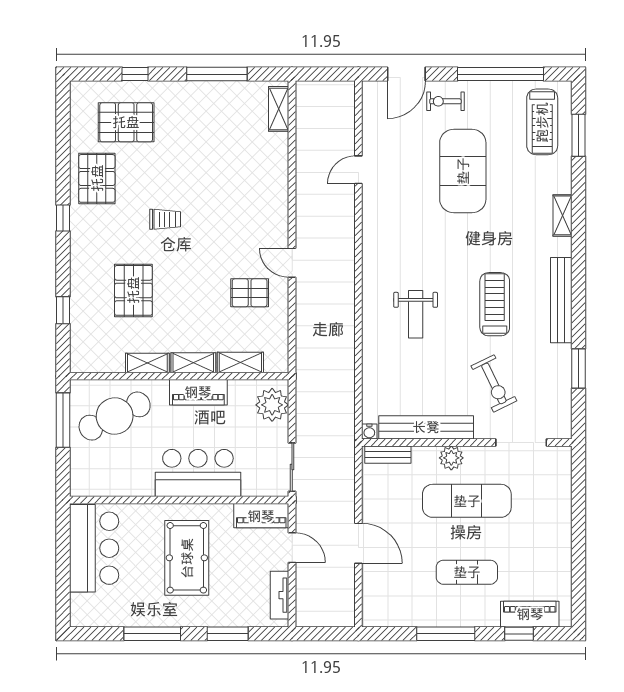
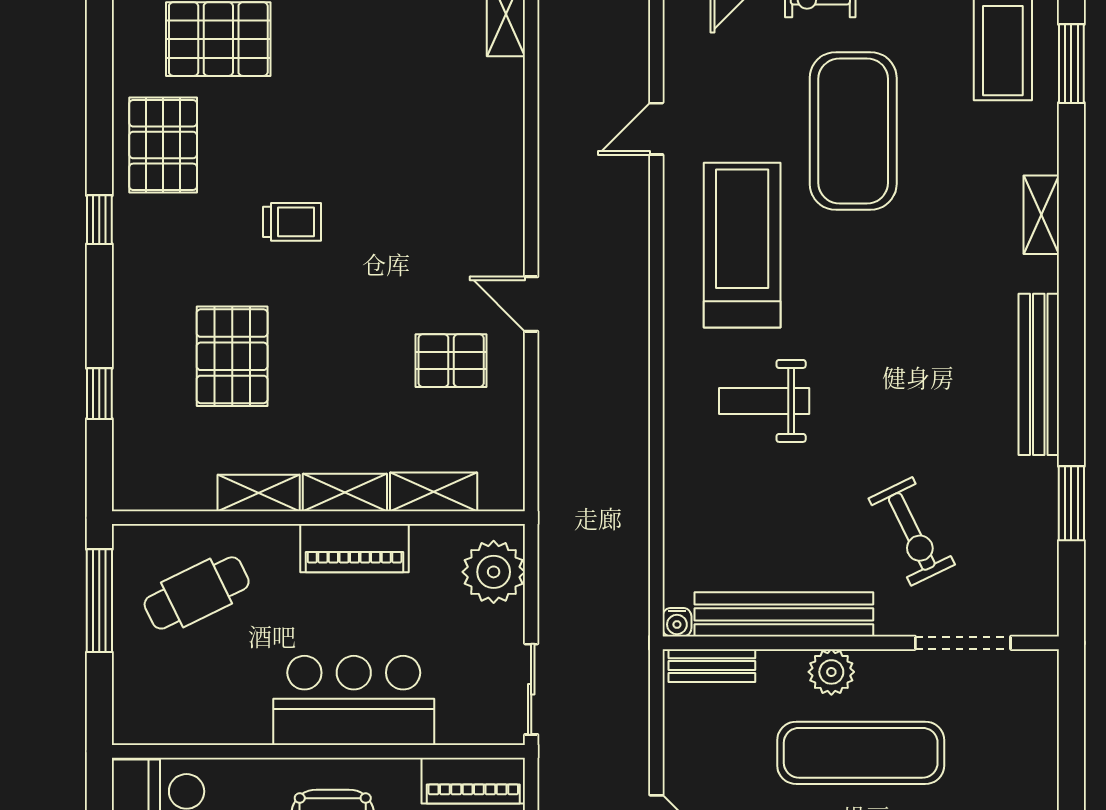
treadmill: (495, 304) -> (742, 245), moved, width x1.37, depth x1.38
weight bench: (416, 314) -> (764, 401), turned 90
cafe table: (115, 416) -> (197, 593), width x0.73, depth x0.74

